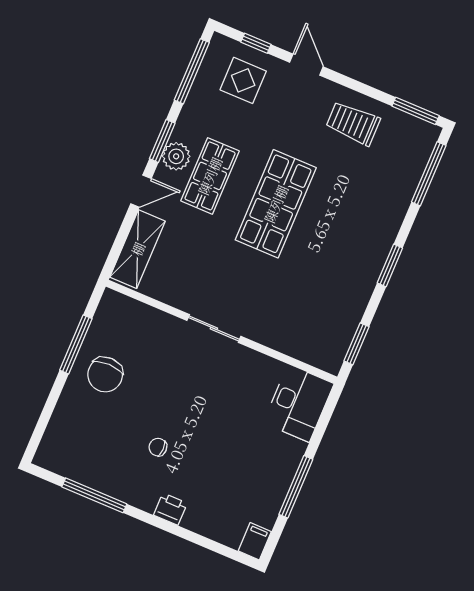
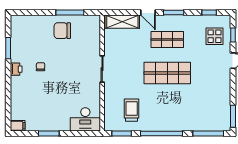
window: (192, 71) -> (209, 12), width x0.46
trolley: (353, 123) -> (132, 110), moved
plant: (176, 156) -> (169, 21), removed
window: (390, 265) -> (162, 134), width x2.11
window: (296, 487) -> (49, 134), width x0.69
window: (94, 495) -> (8, 48), width x0.69
printer: (170, 509) -> (16, 69), moved

